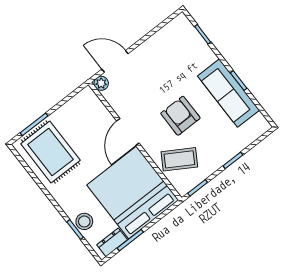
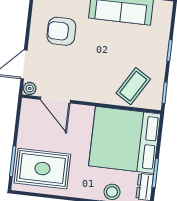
armchair: (180, 116) -> (61, 31), moved
door: (128, 132) -> (55, 100), moved

